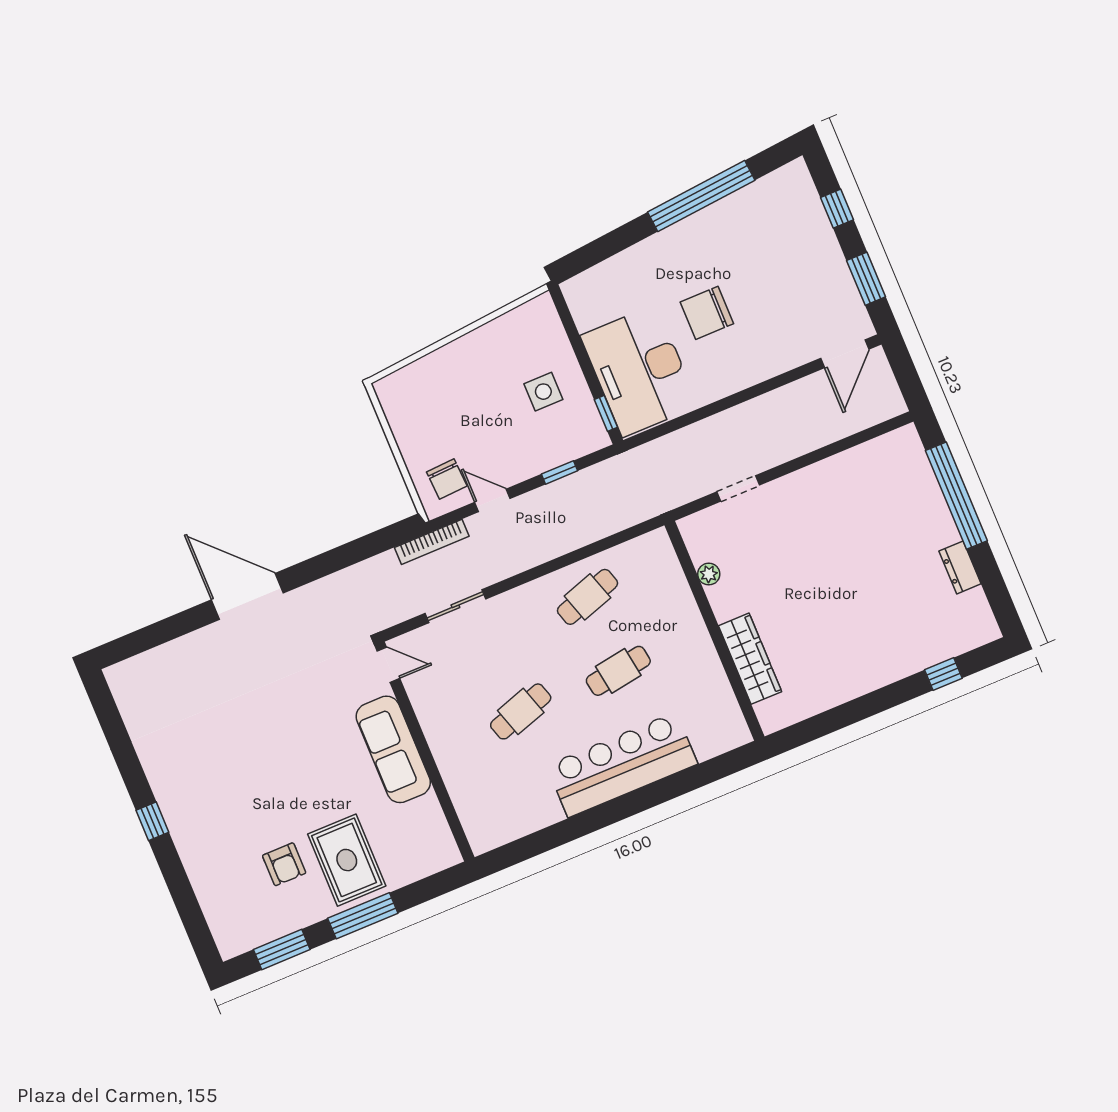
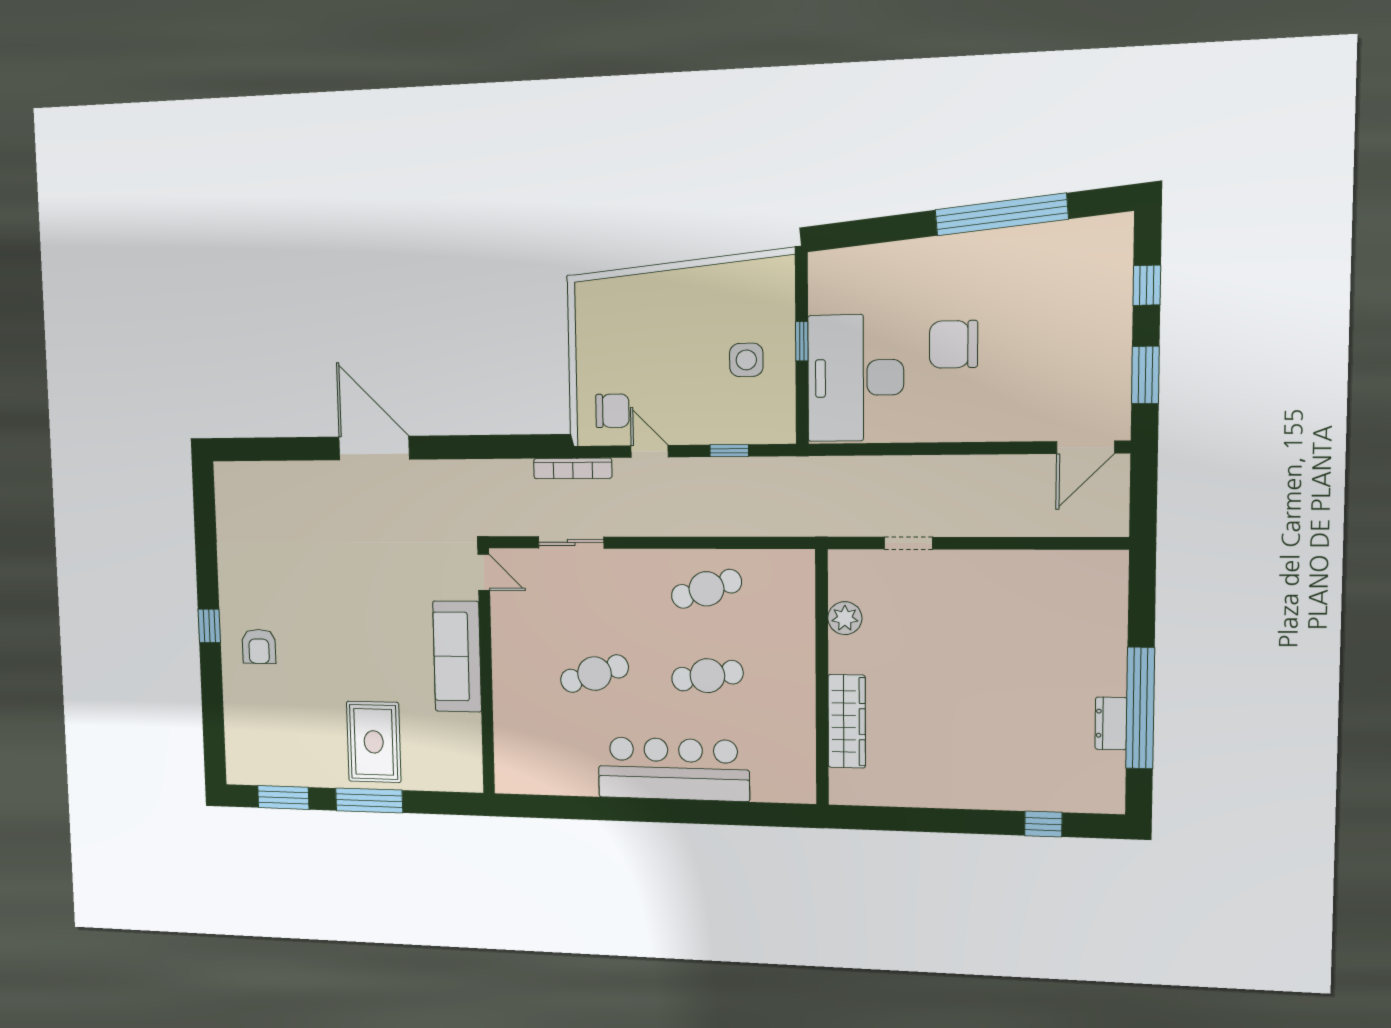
window: (606, 413) -> (802, 341), moved
chair: (447, 479) -> (612, 411), turned -87
window: (956, 496) -> (1140, 708), moved
plant: (709, 574) -> (845, 618), width x1.38, depth x1.38
armchair: (284, 864) -> (259, 646), moved

